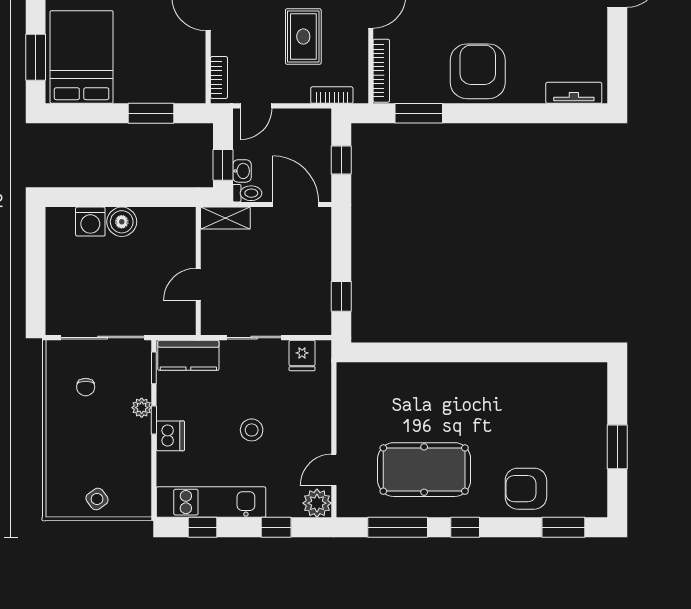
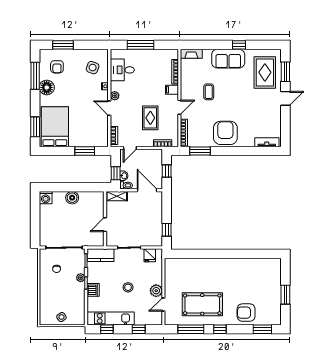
washing machine: (90, 222) -> (46, 198), moved
plant: (317, 503) -> (156, 291), moved

